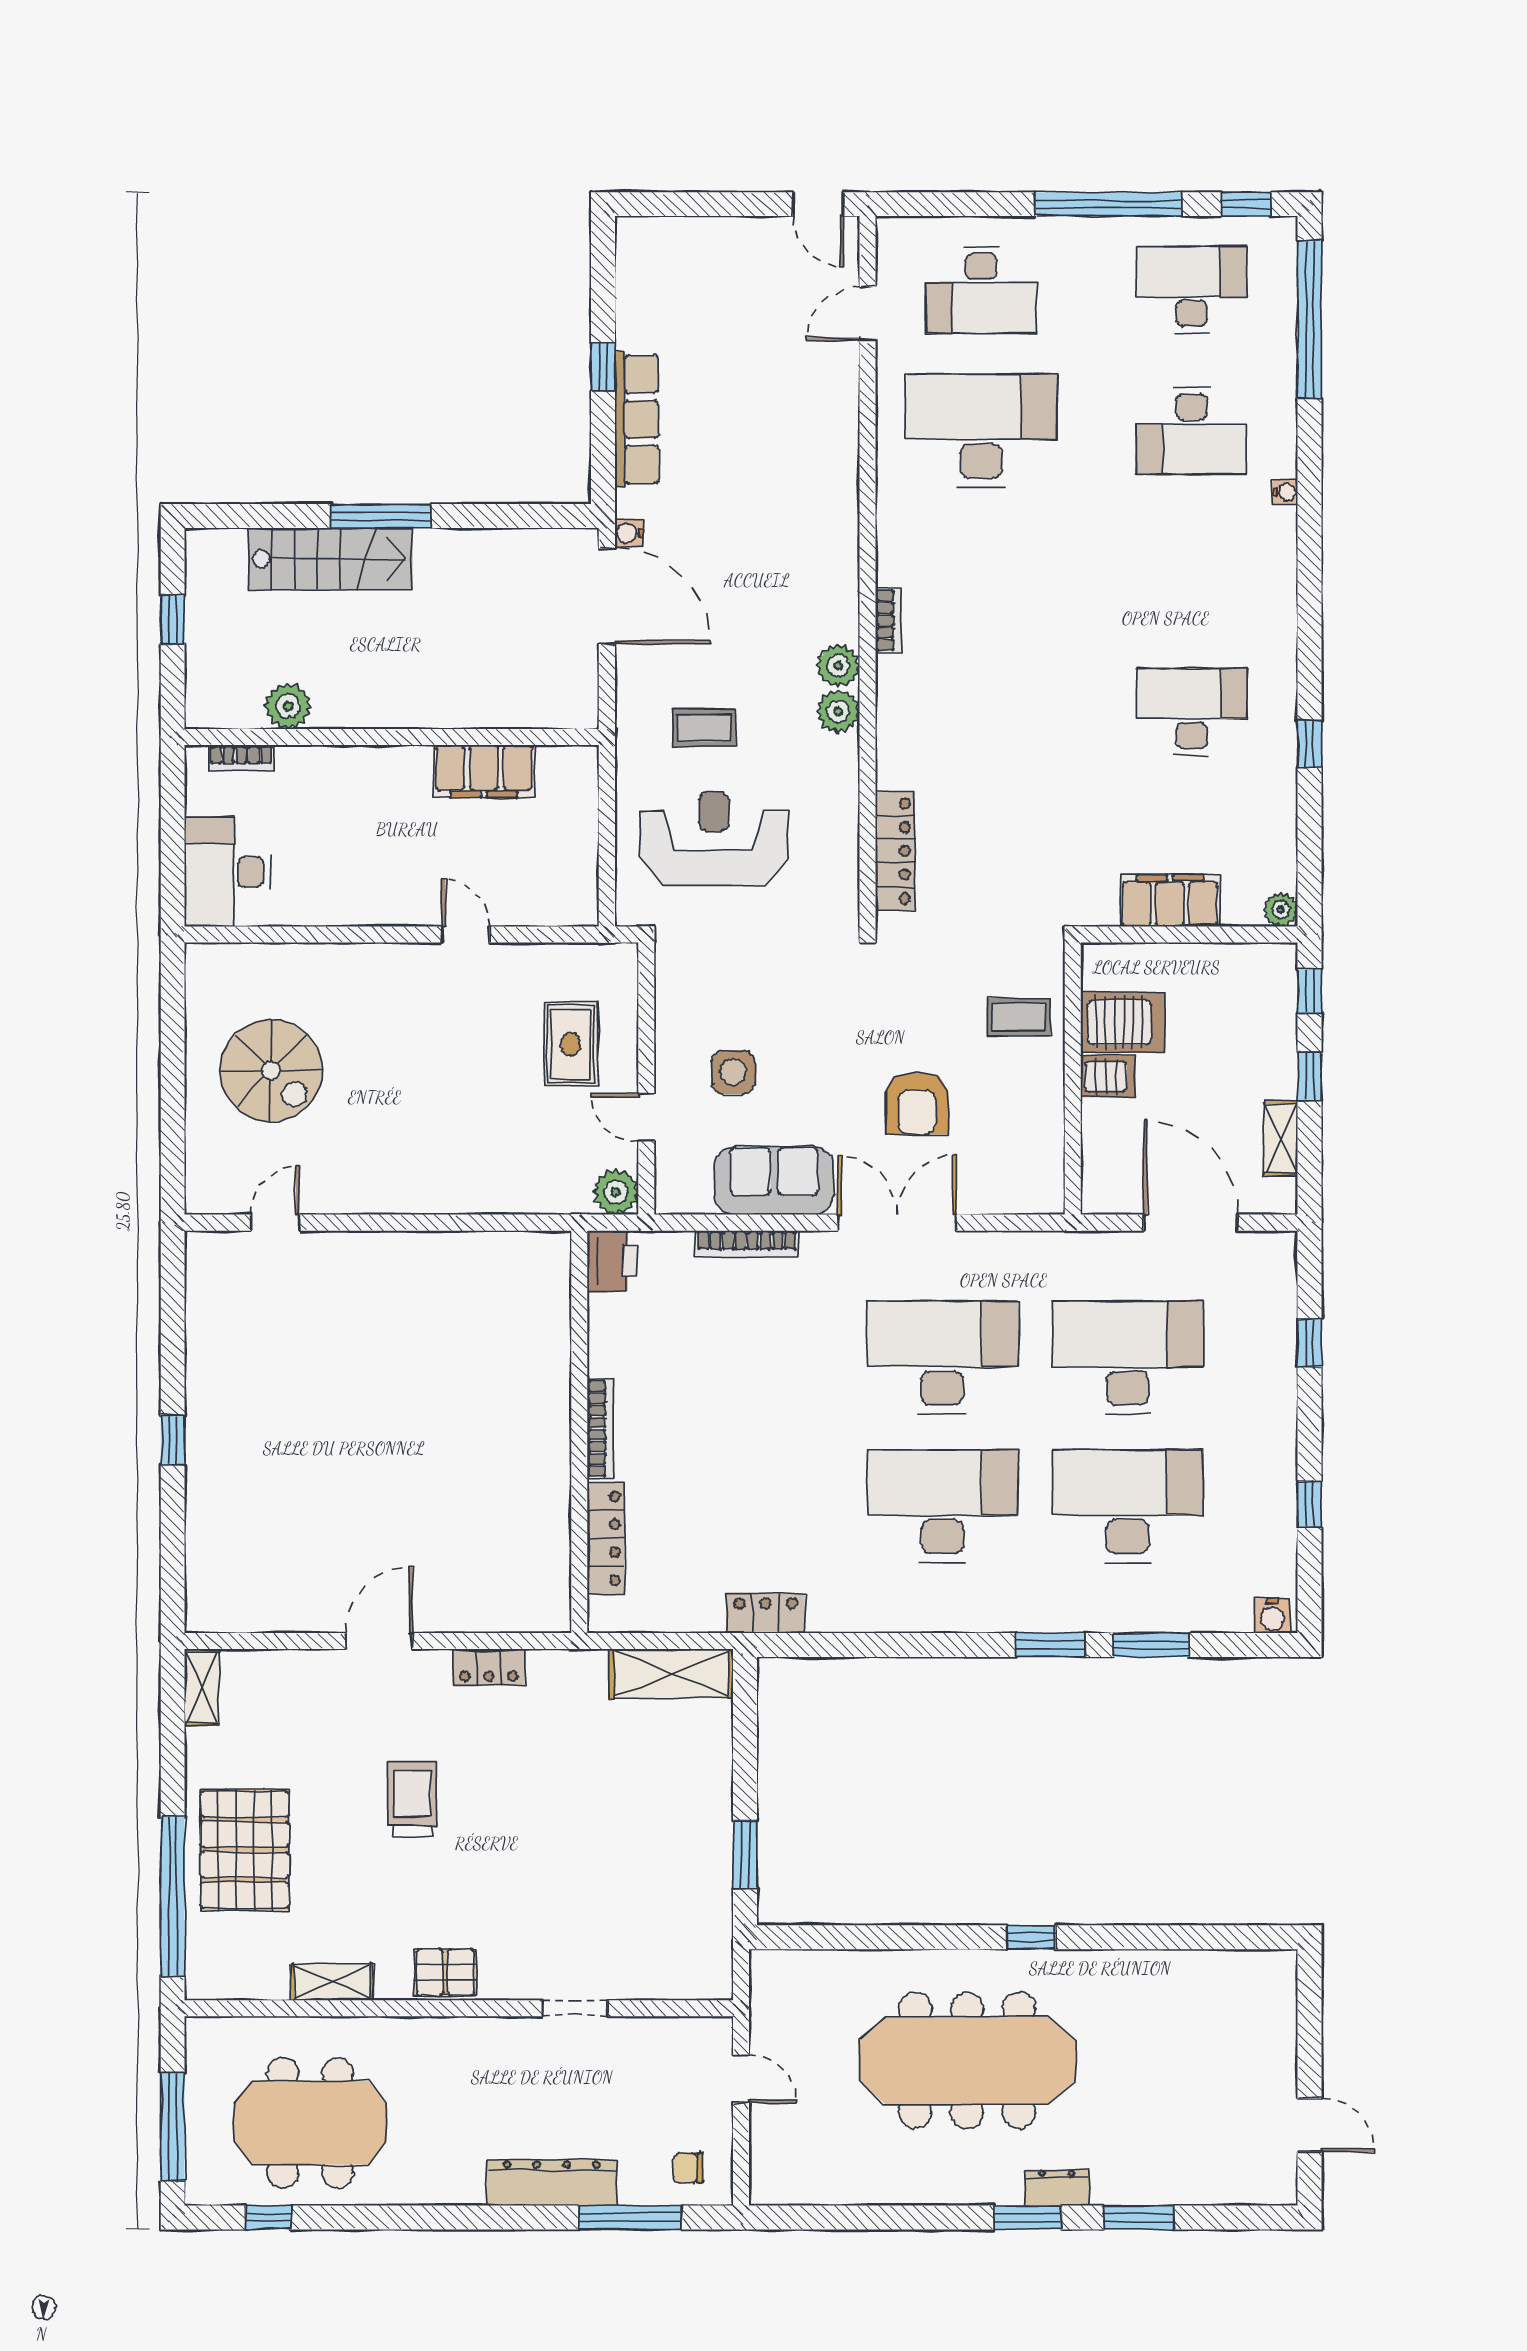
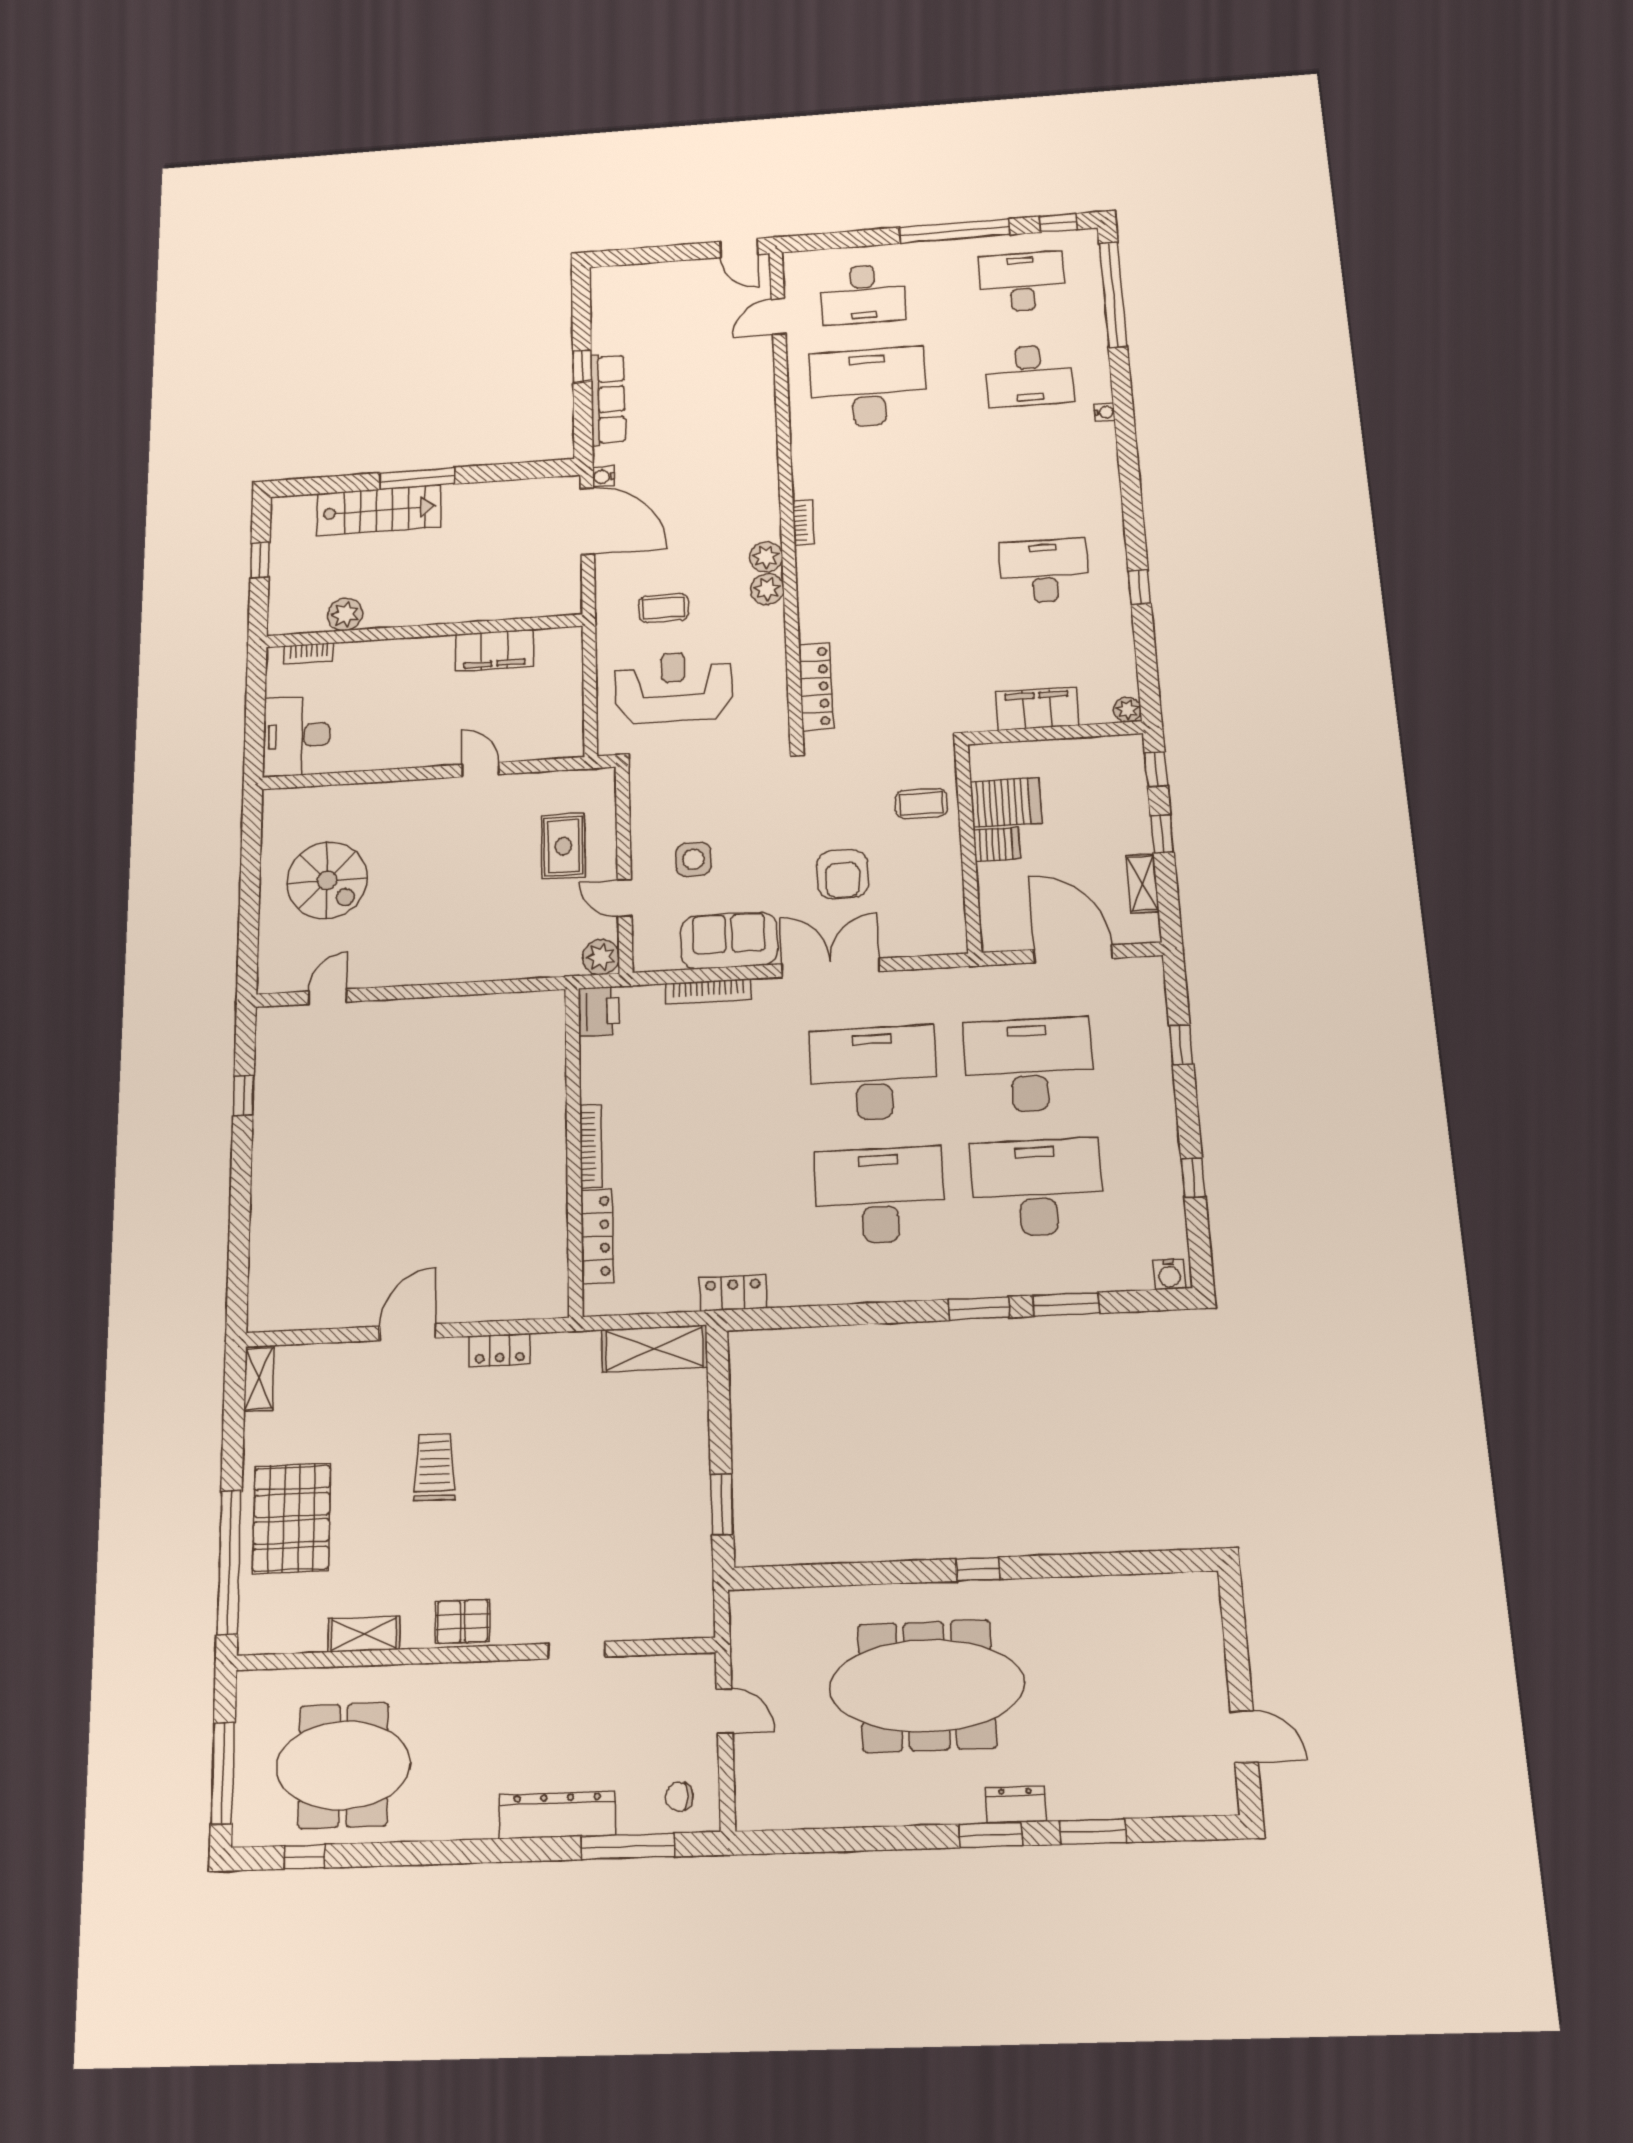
window: (173, 1440) -> (243, 1096), moved

